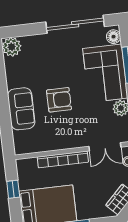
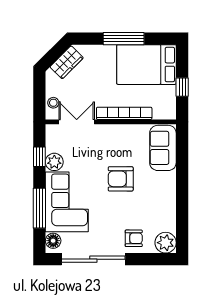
armchair: (41, 47) -> (134, 238), added
sofa: (21, 109) -> (163, 148), moved

